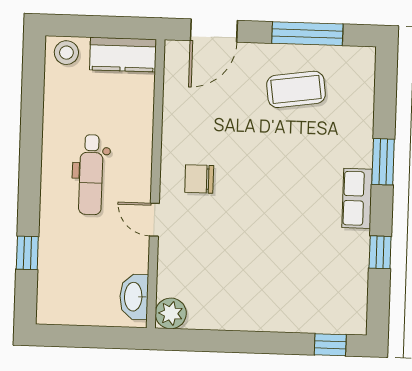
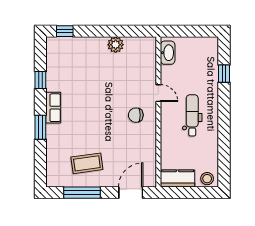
chair: (199, 179) -> (136, 115), turned 180
plant: (171, 313) -> (116, 45), moved

